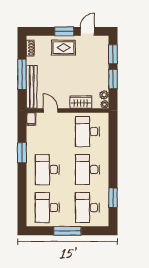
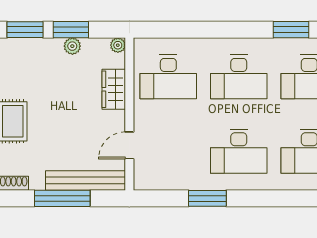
plant: (104, 95) -> (72, 46), moved
filing cabinet: (31, 119) -> (145, 181), removed

